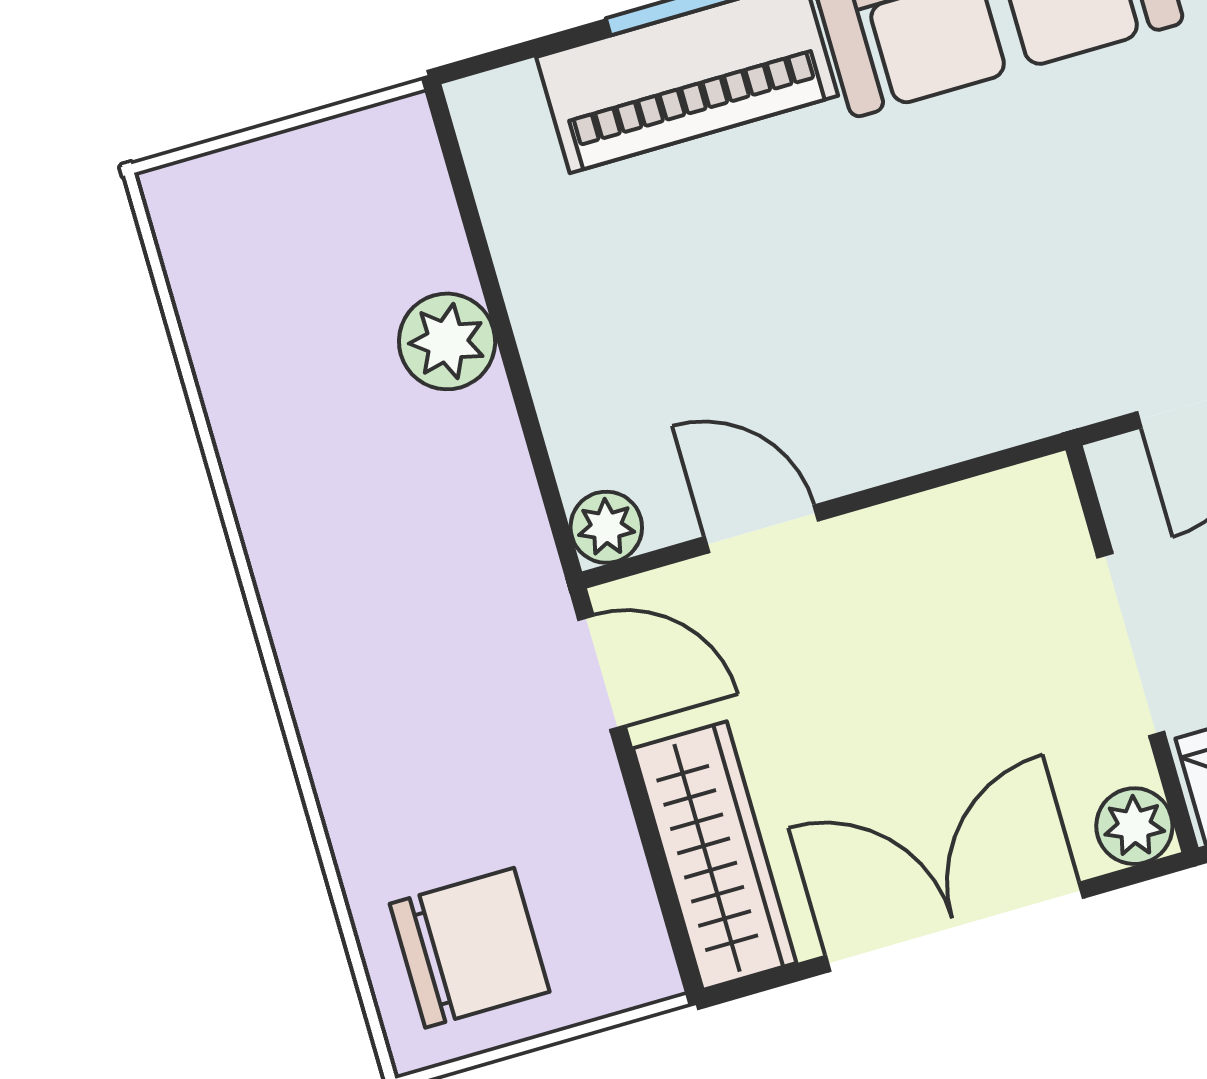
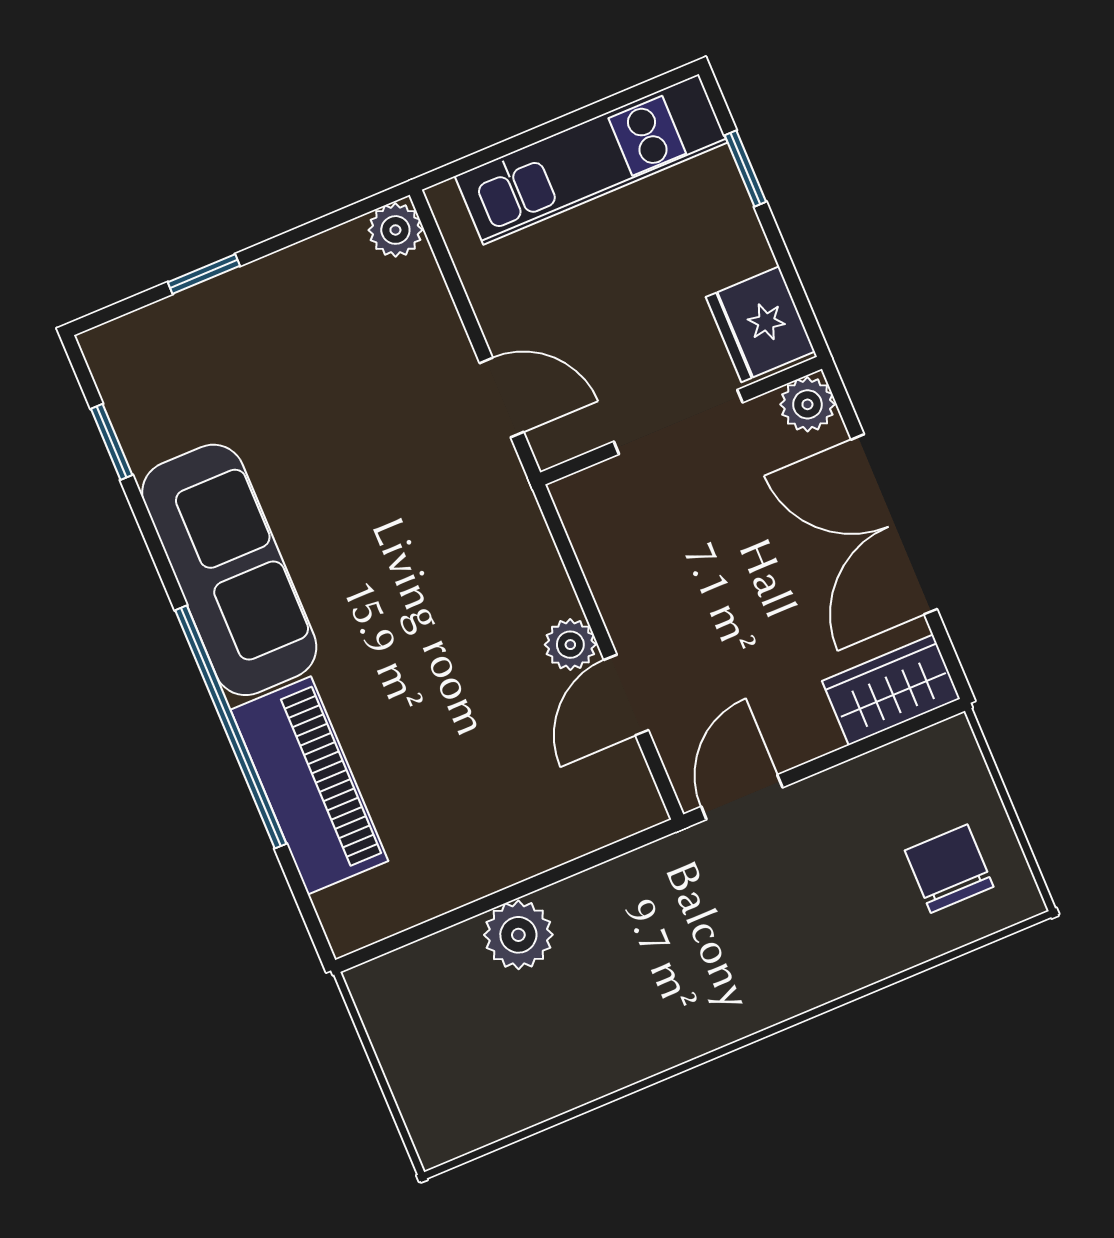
plant: (606, 527) -> (570, 645), moved
wardrobe: (715, 856) -> (891, 690), width x0.67
chair: (470, 948) -> (949, 869), width x0.73, depth x0.73

